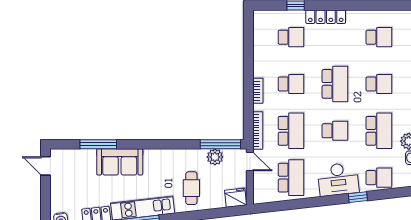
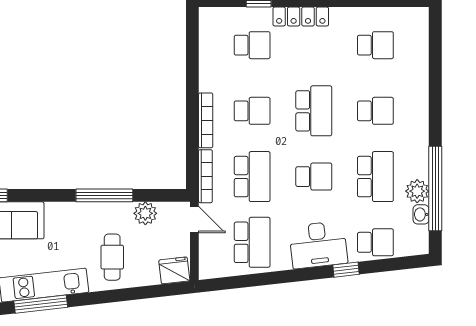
bookcase: (258, 91) -> (206, 120), width x1.56
window: (220, 144) -> (104, 195), moved

